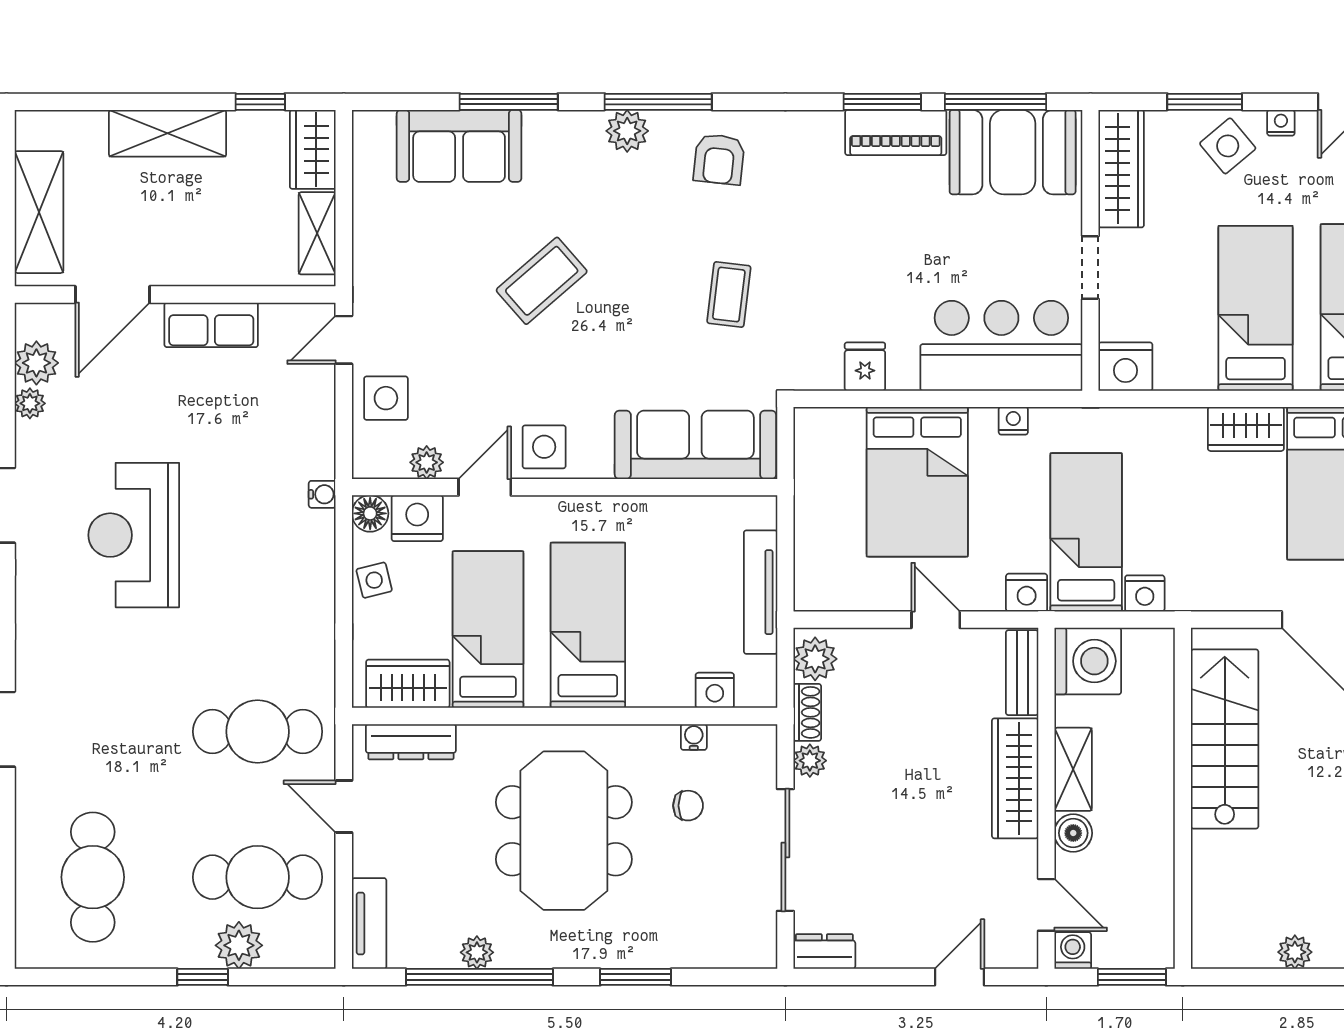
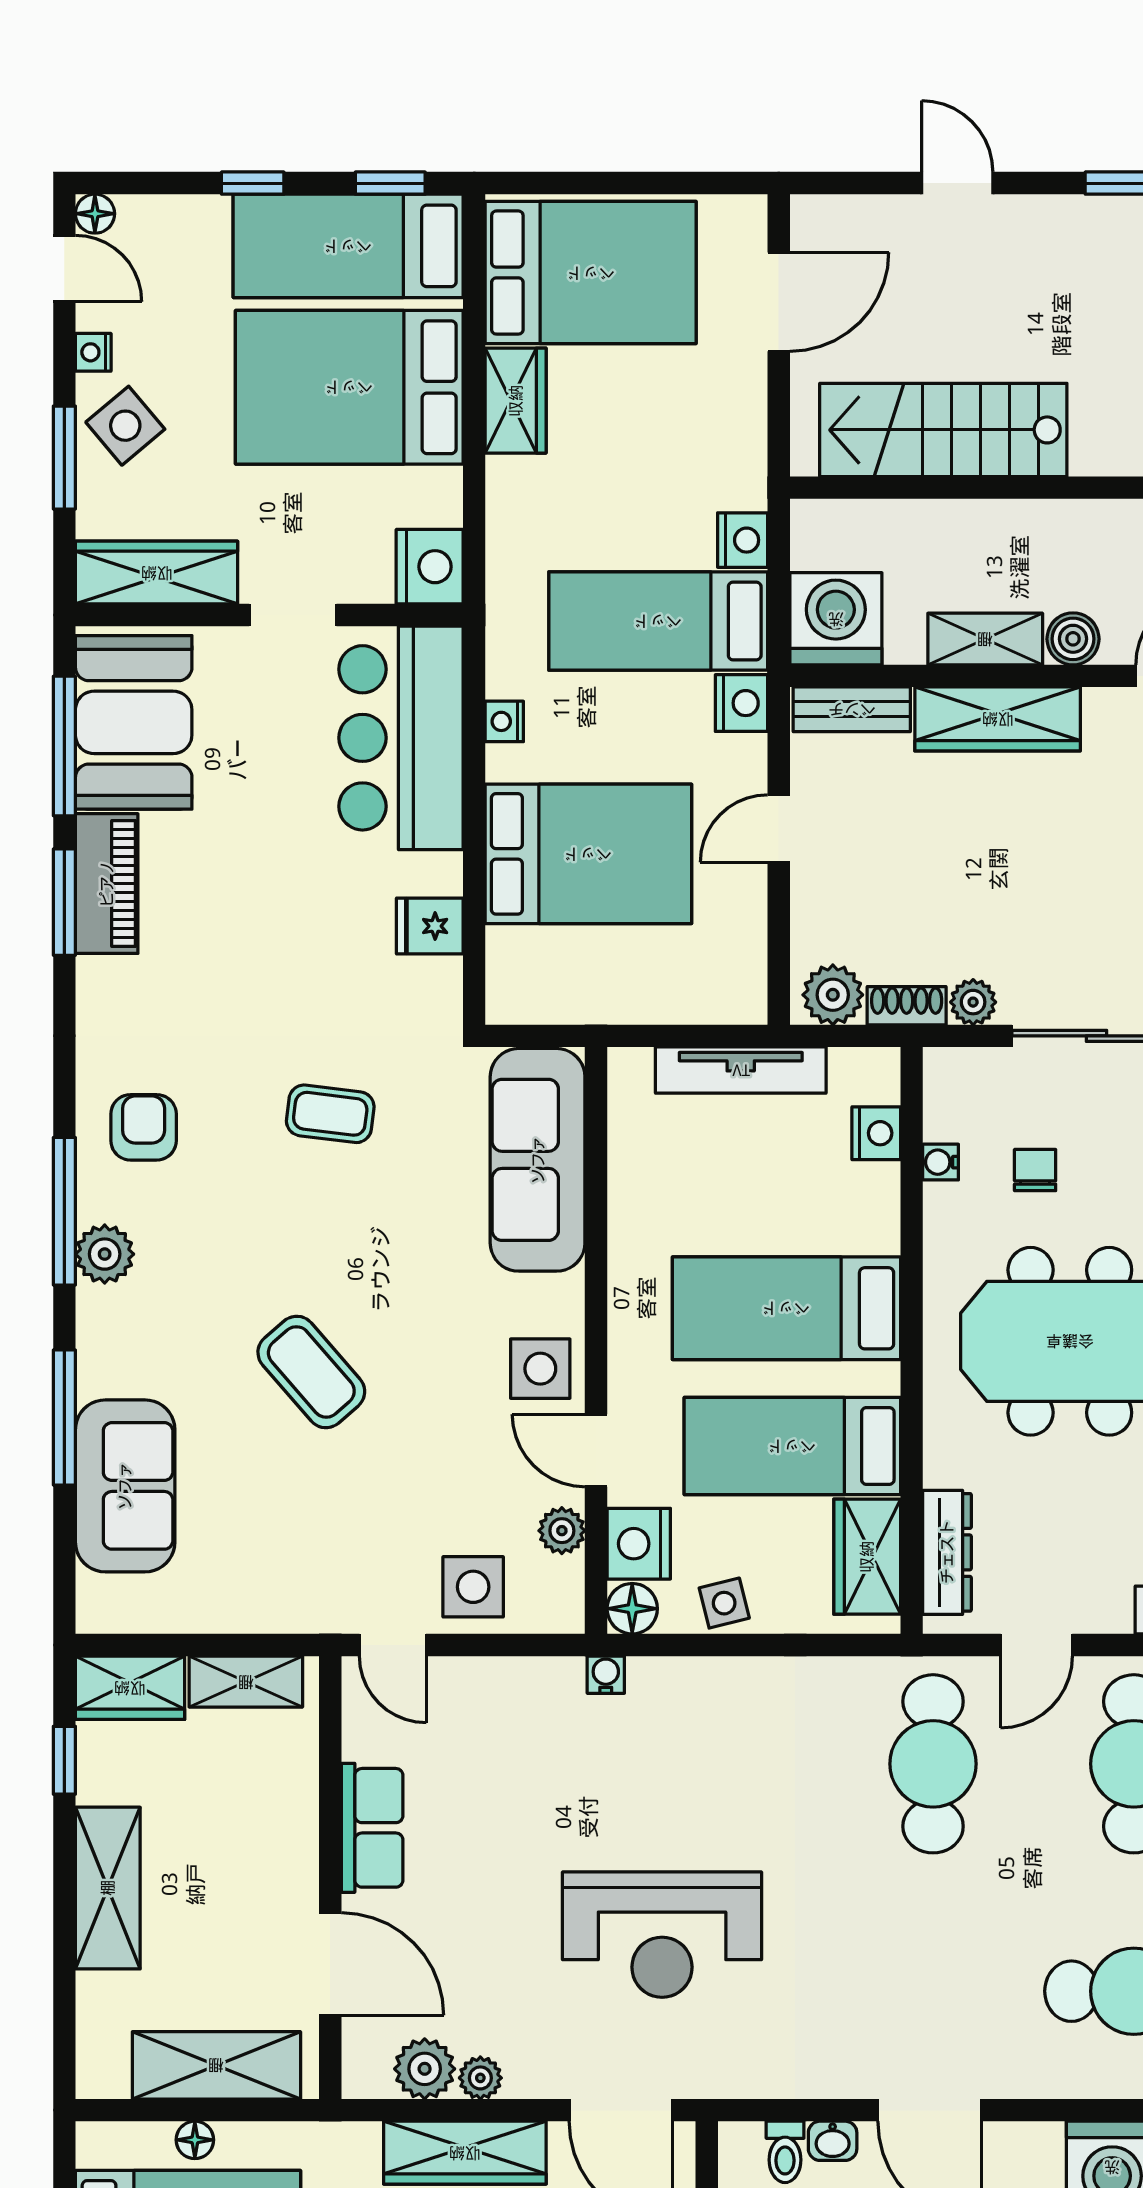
armchair: (719, 159) -> (144, 1127), turned -96
bed: (1256, 308) -> (349, 387), width x1.50

